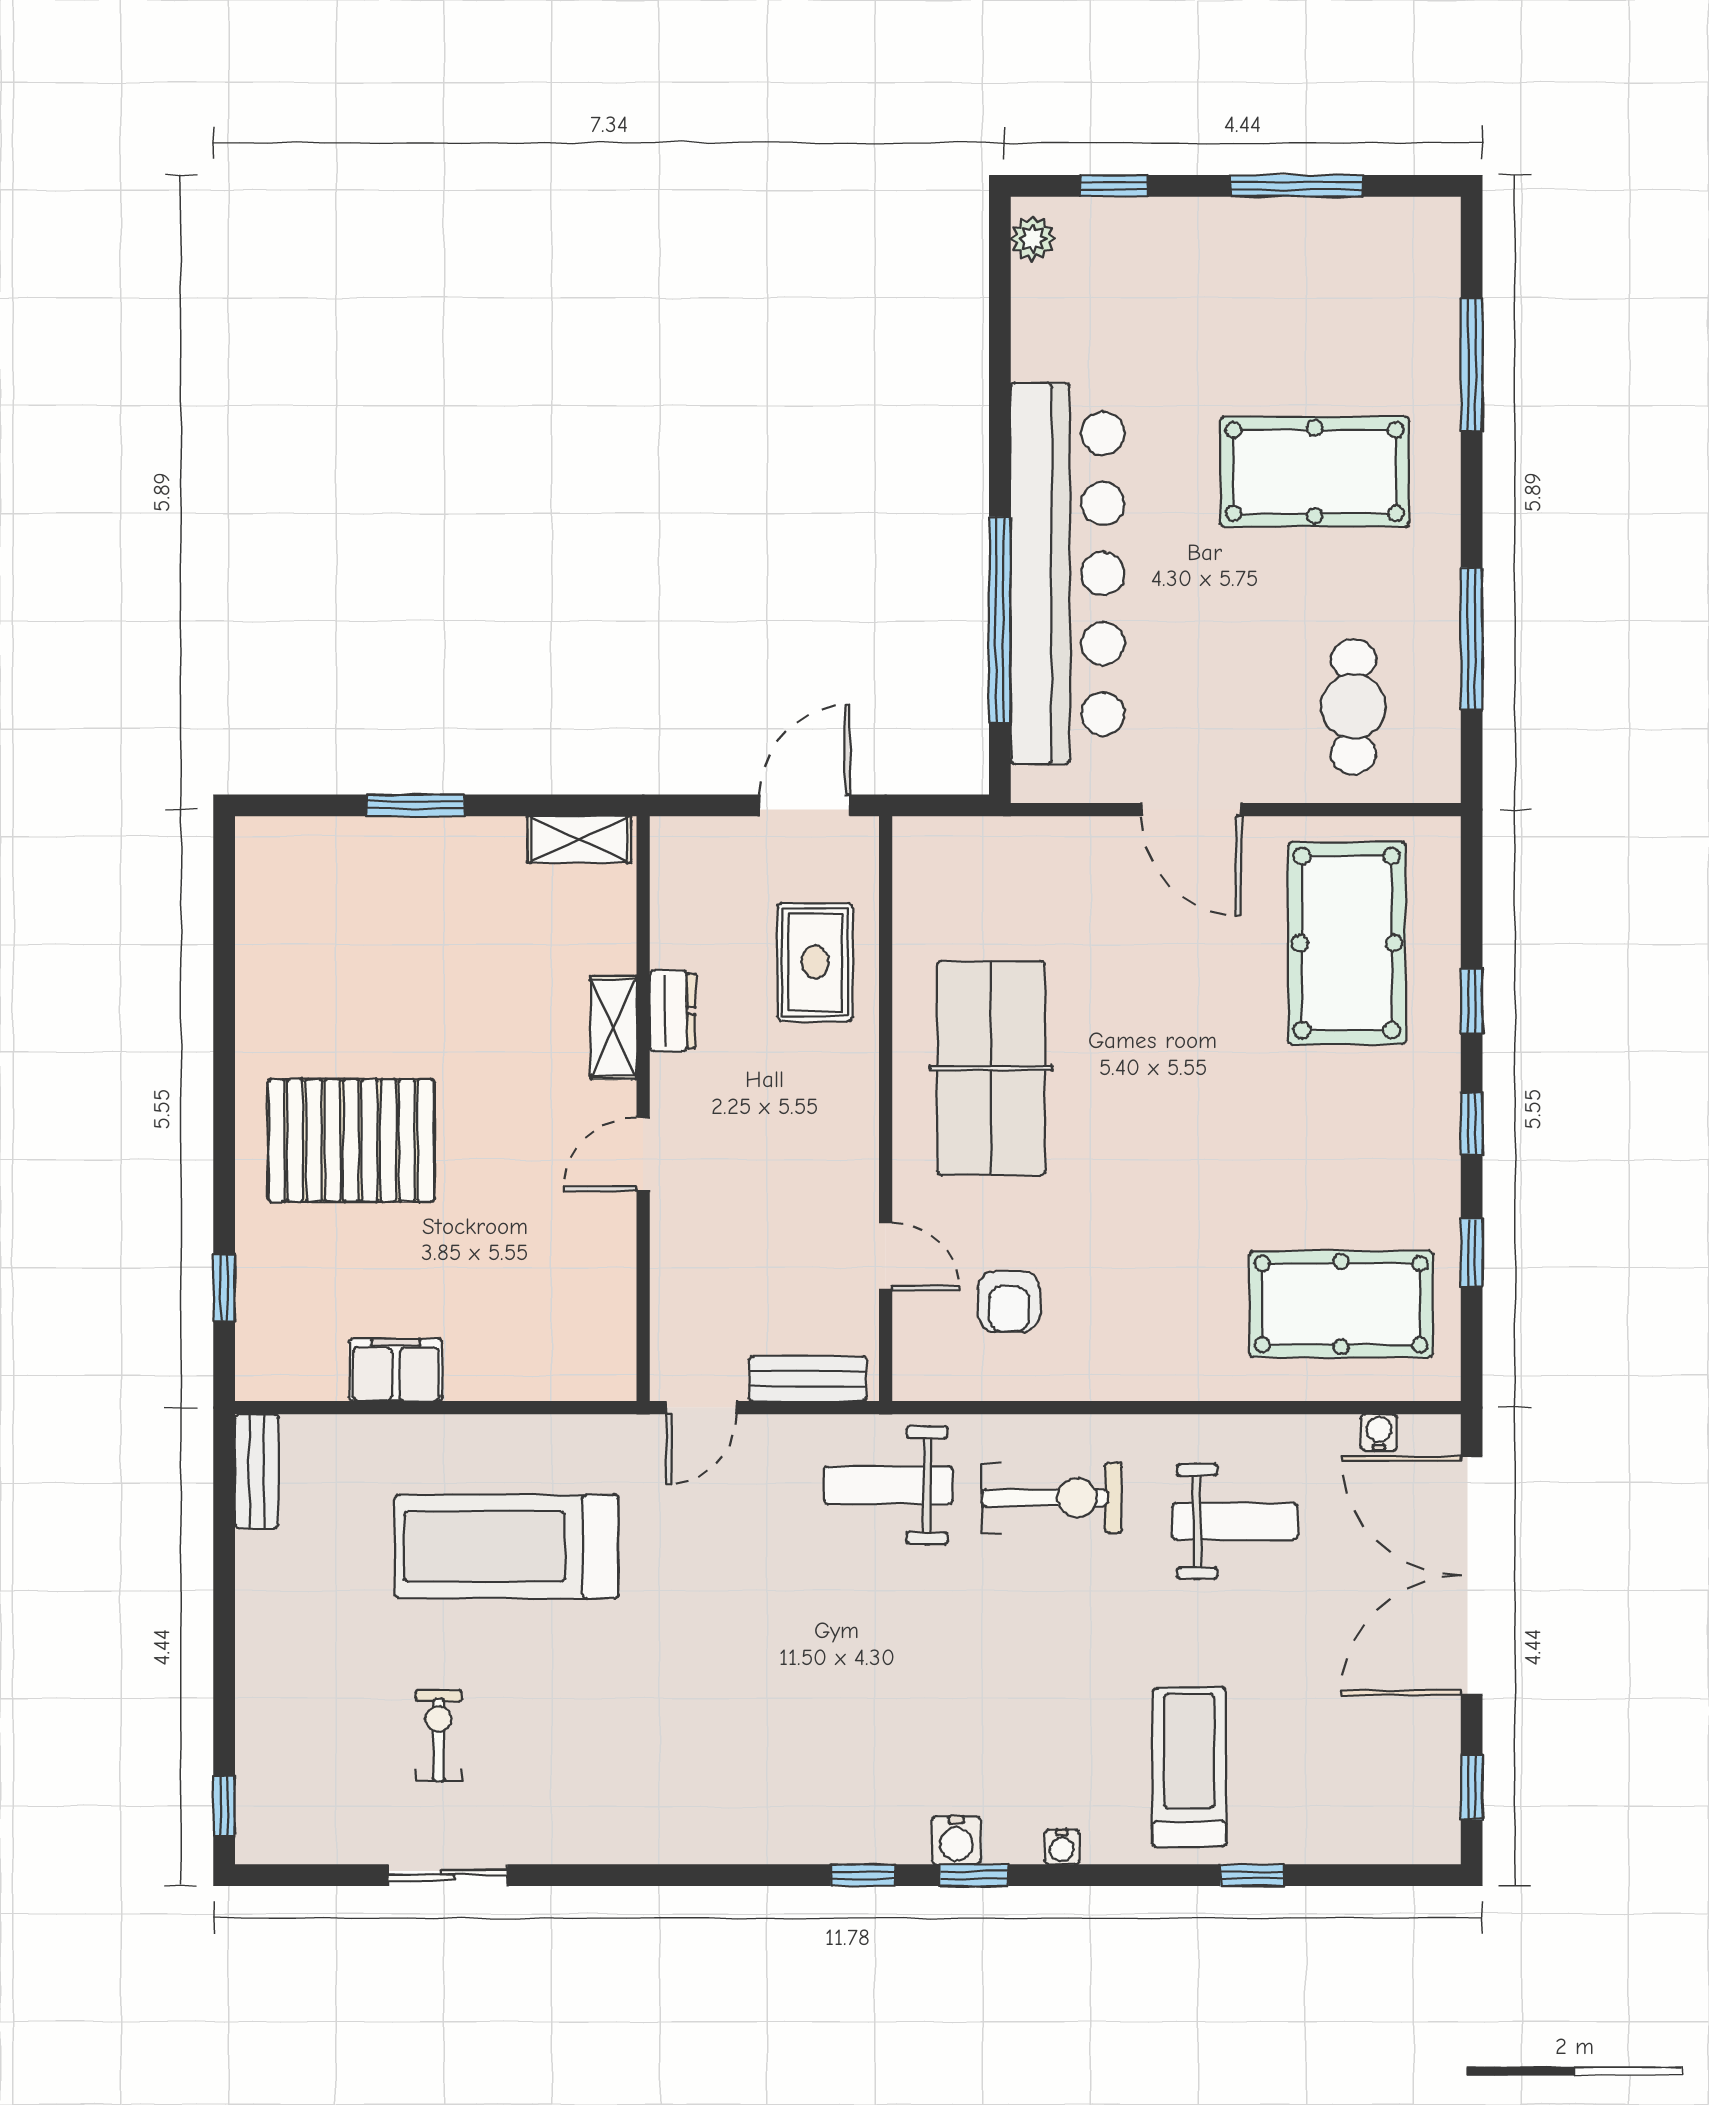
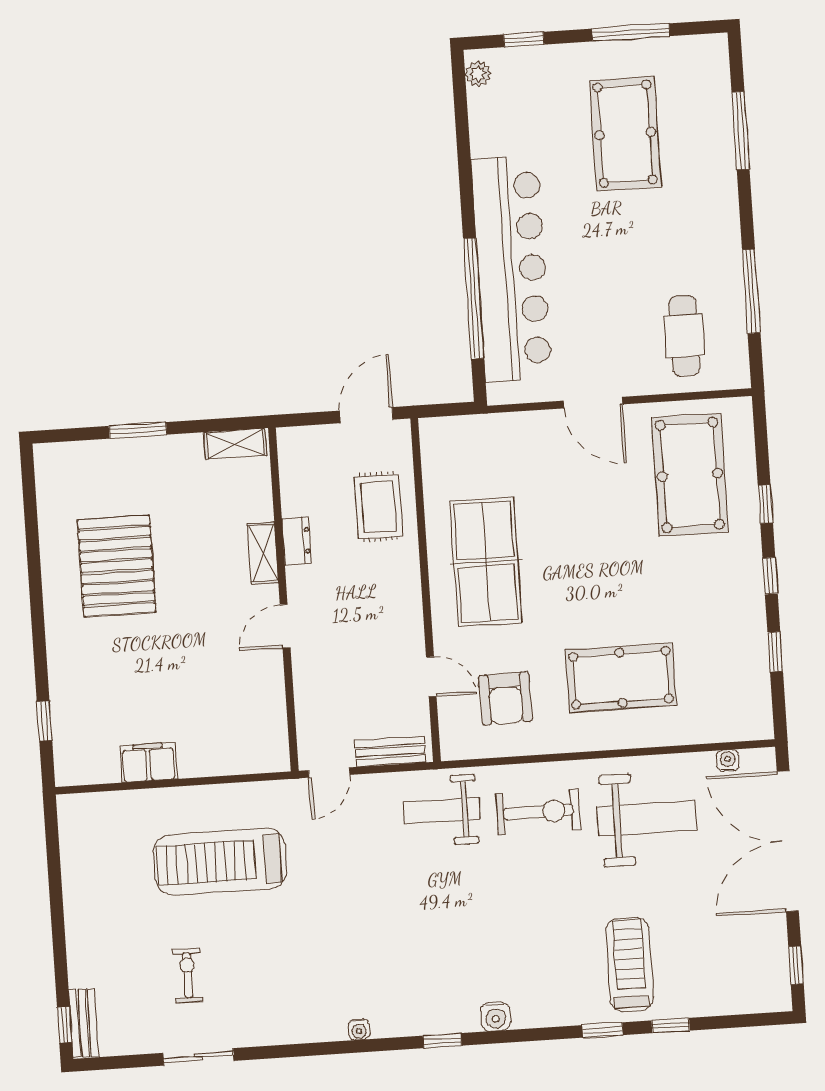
pool table: (1315, 472) -> (625, 134), moved, turned 90
pallet: (351, 1140) -> (117, 566), moved, turned 90
armchair: (1009, 1302) -> (505, 698), width x1.38, depth x1.38
pool table: (1341, 1304) -> (621, 678), moved
bench: (257, 1471) -> (84, 1023), moved
weight bench: (1235, 1521) -> (647, 819), width x1.36, depth x1.33
water cooler: (1062, 1847) -> (359, 1030), moved
window: (974, 1875) -> (602, 1030), moved

